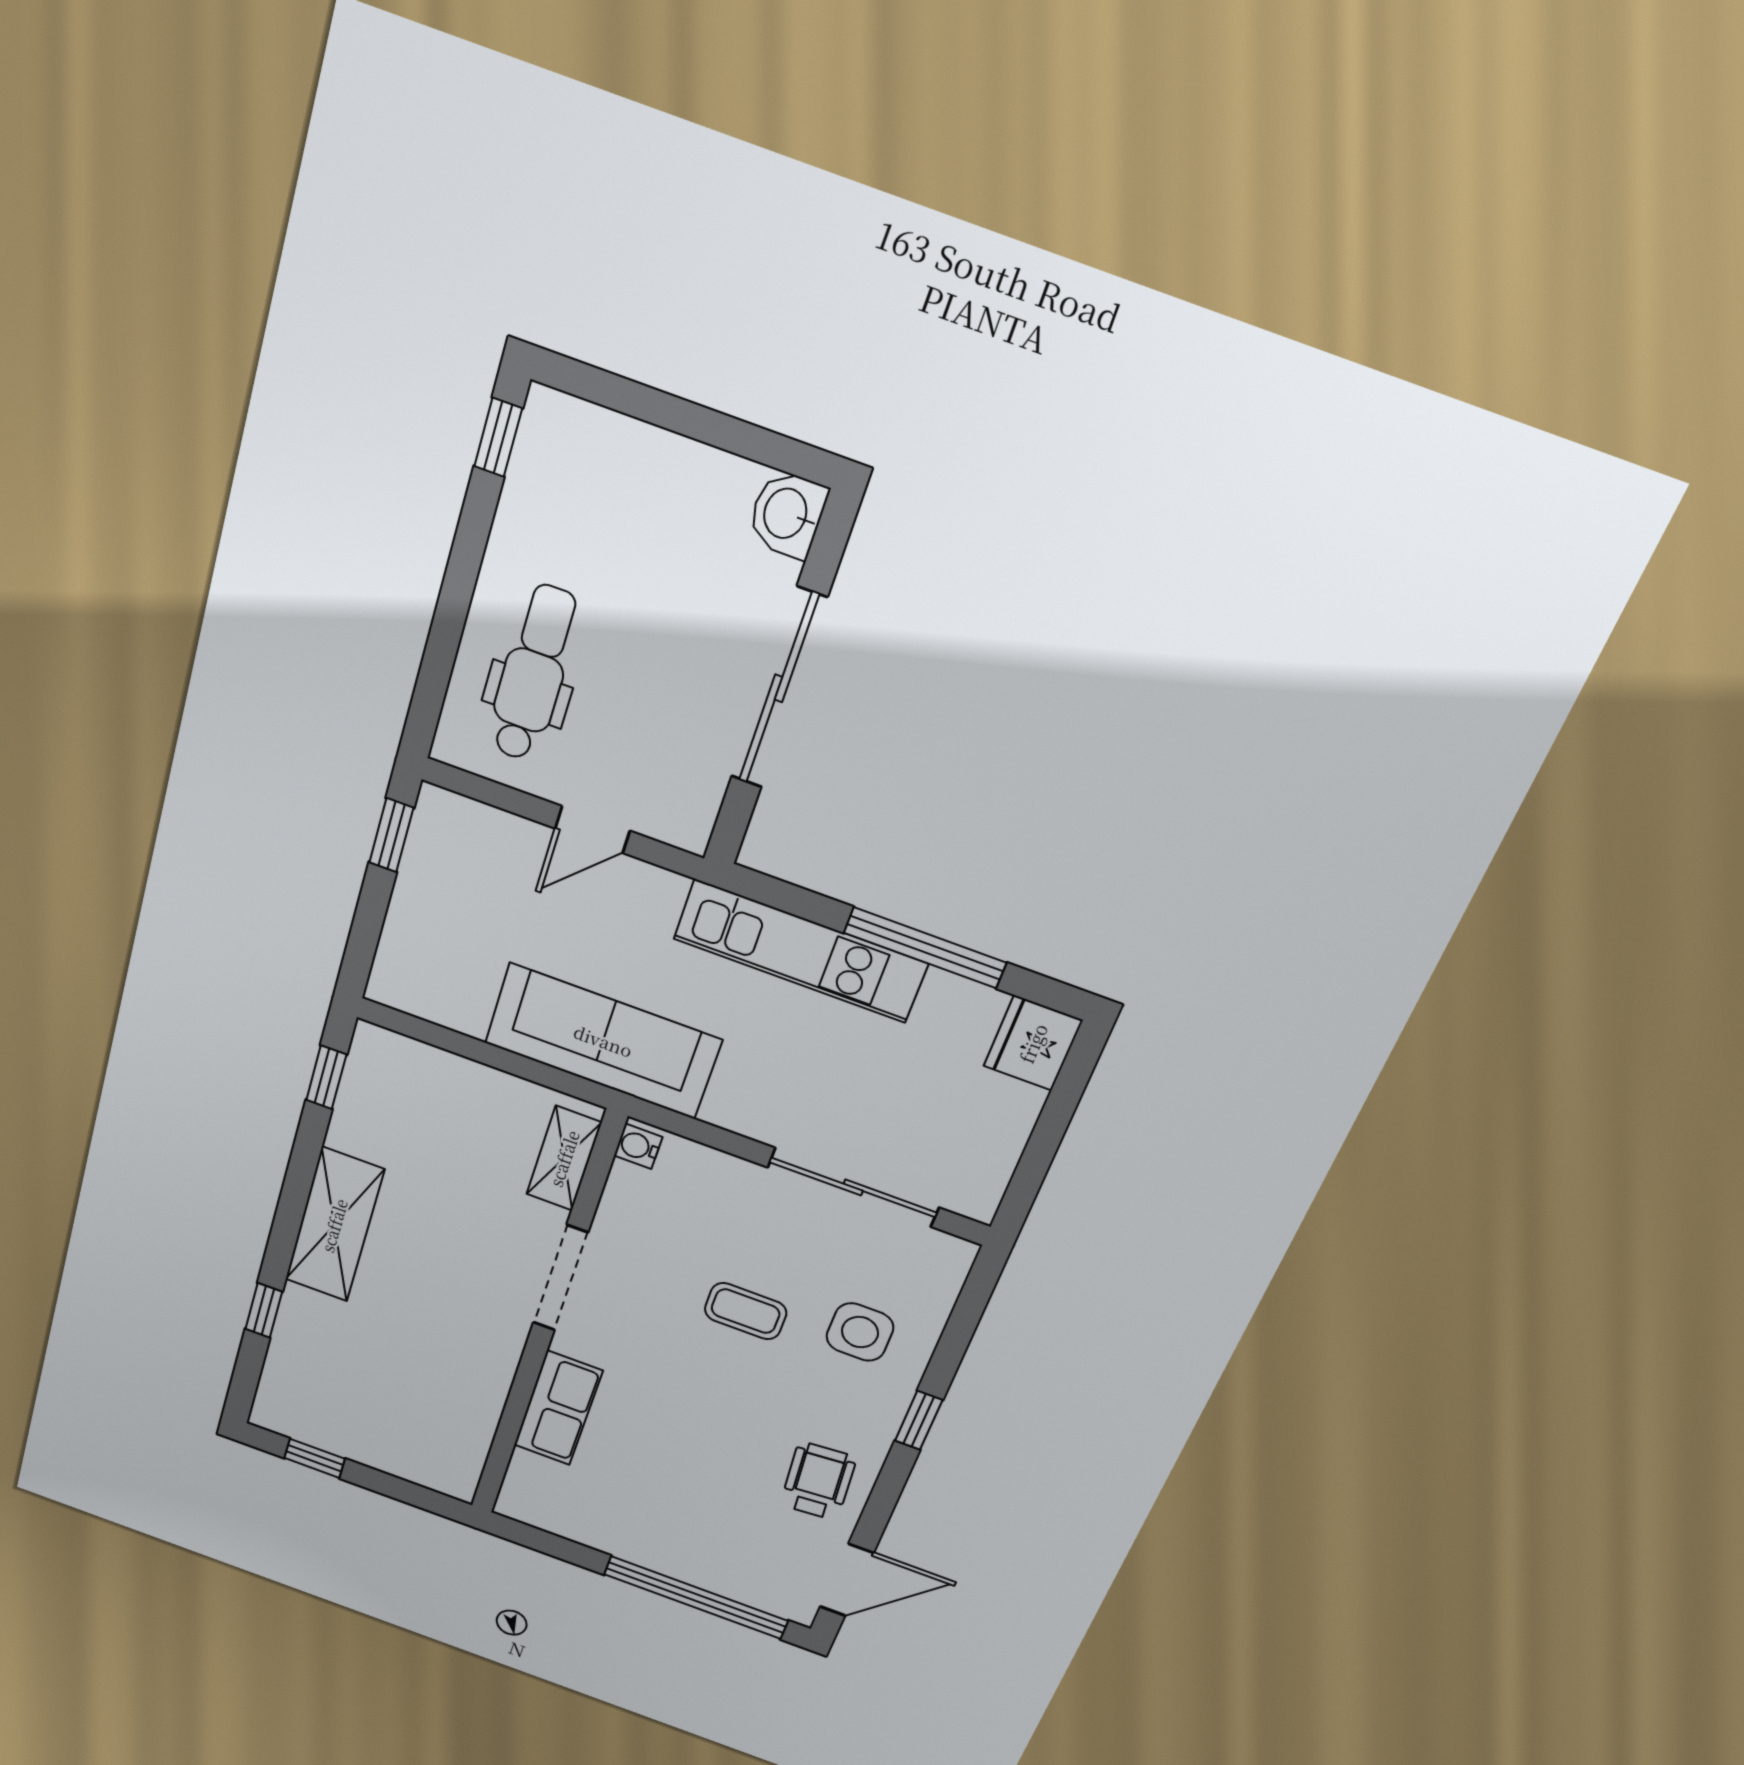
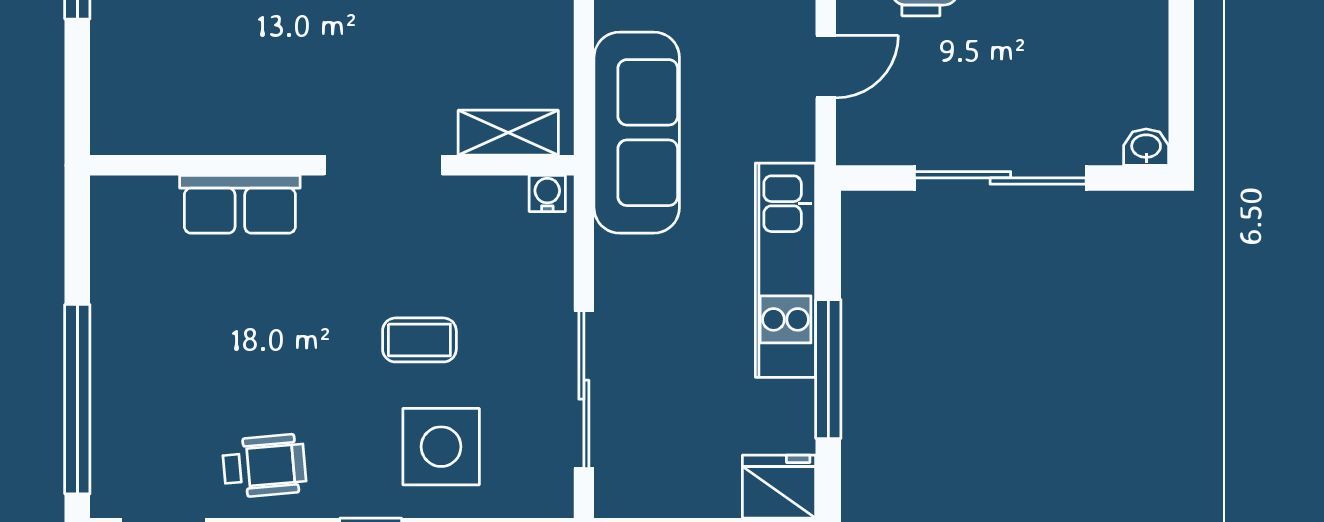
washbasin: (787, 514) -> (1146, 147), width x0.72, depth x0.69
door: (592, 830) -> (826, 67), swing flipped
coffee table: (746, 1311) -> (419, 340), turned 90
side table: (860, 1332) -> (441, 447), width x1.37, depth x1.37

